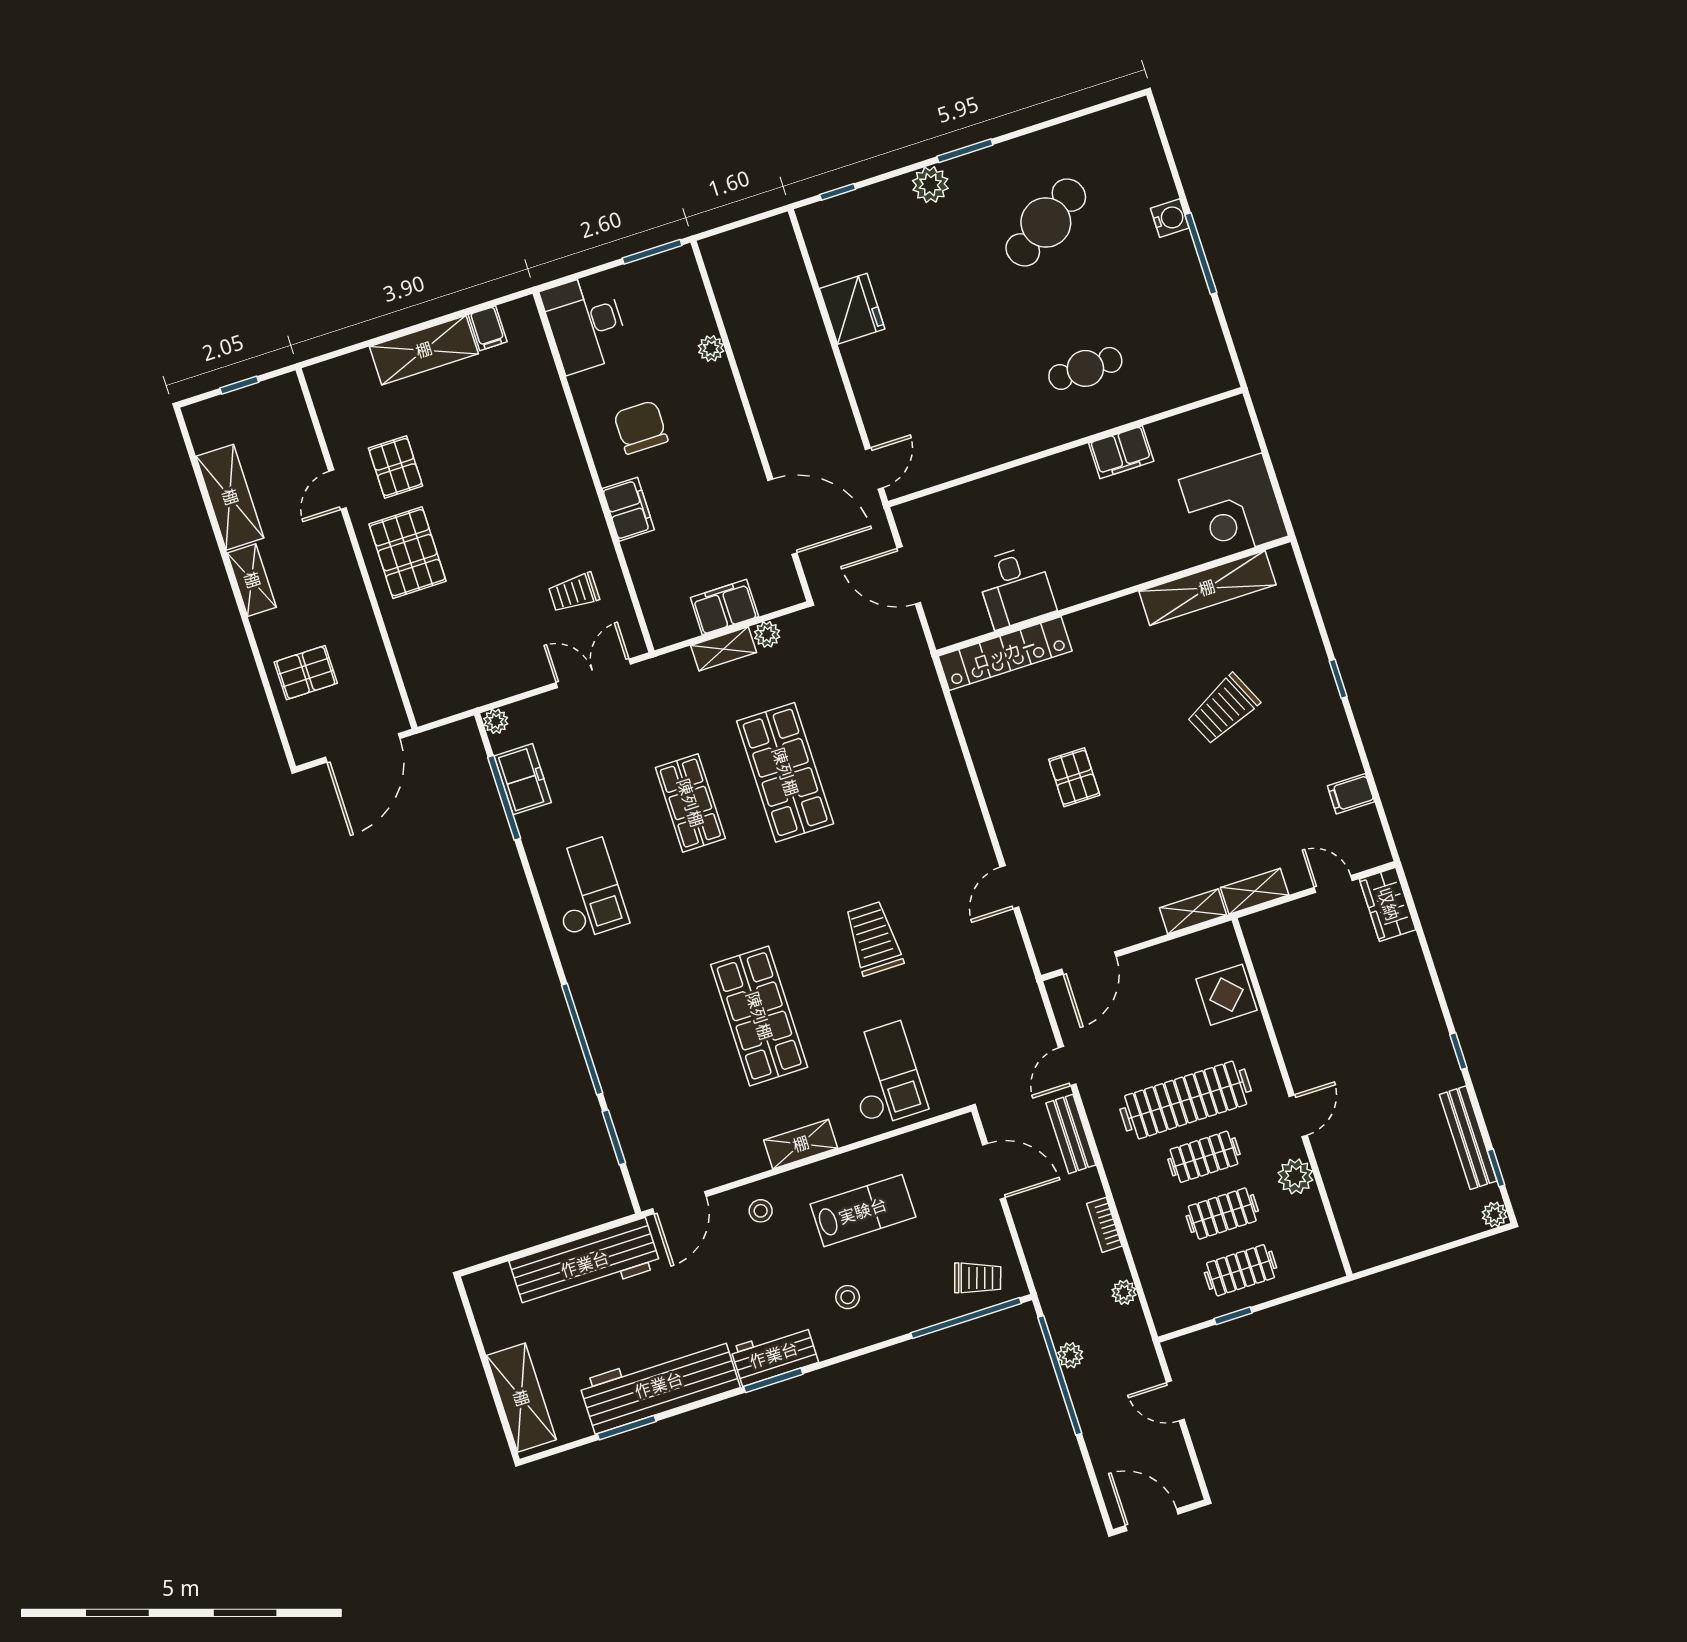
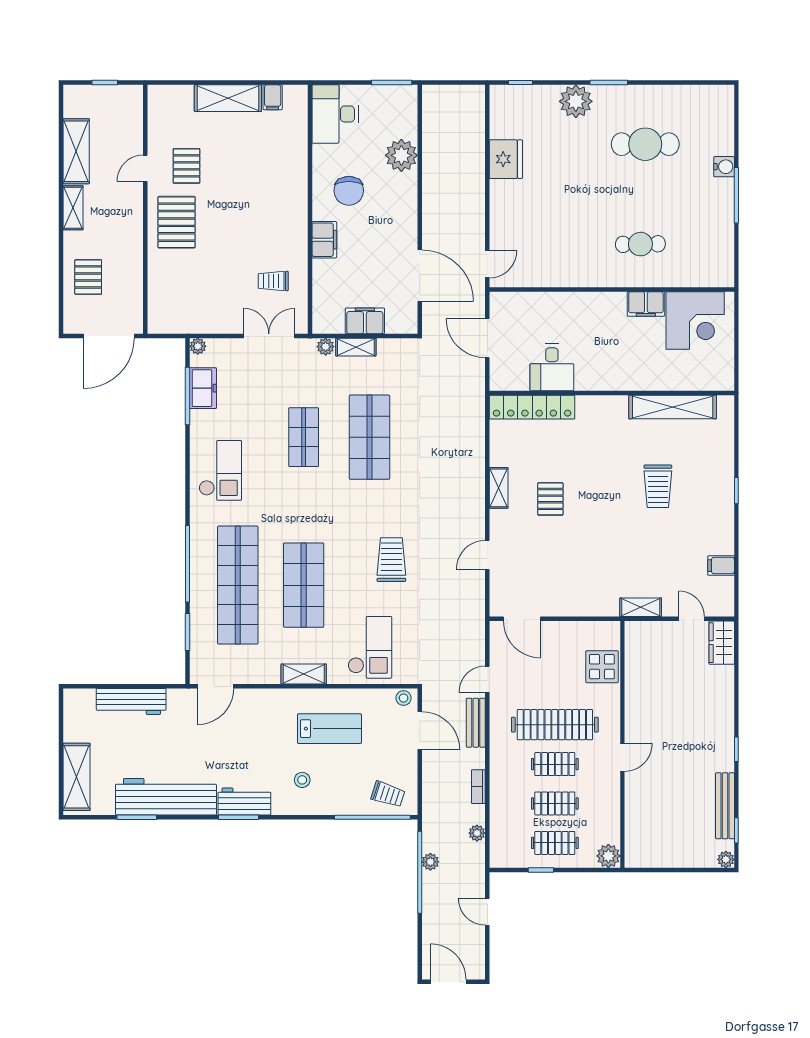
plant: (930, 185) -> (576, 101), width x1.36, depth x1.36
cafe table: (1046, 222) -> (645, 144), turned 32
plant: (711, 348) -> (401, 155), width x1.88, depth x1.88
chair: (641, 427) -> (349, 191), turned 180
corner desk: (1234, 508) -> (695, 321), moved, turned -90
plant: (767, 634) -> (326, 347), moved
pallet: (306, 673) -> (88, 277), turned 90
trolley: (1223, 709) -> (658, 486), turned -65
shelving: (1193, 911) -> (499, 488), moved, turned 90
door: (1089, 963) -> (522, 619), hinge flipped
shop shelf: (664, 1047) -> (238, 585), added
plant: (1295, 1176) -> (608, 856), moved
stool: (761, 1211) -> (404, 698), moved
workbench: (585, 1264) -> (131, 701), width x0.73, depth x0.76

